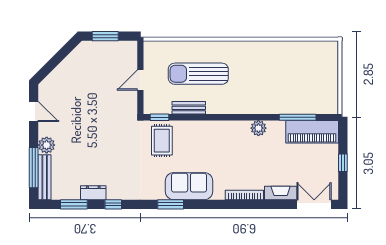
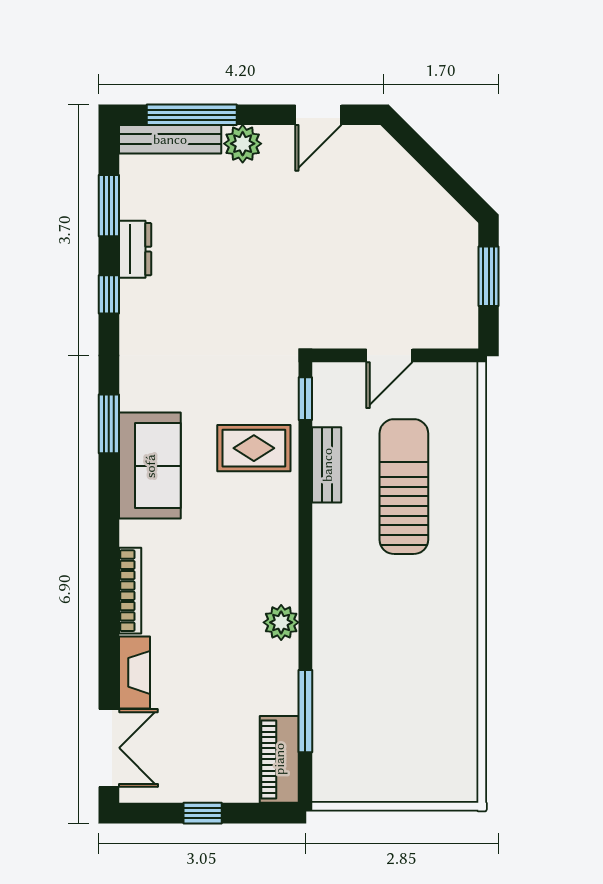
door: (140, 80) -> (389, 355), swing flipped
piano: (312, 132) -> (279, 759), width x0.73, depth x0.75
rug: (162, 141) -> (254, 448), moved

